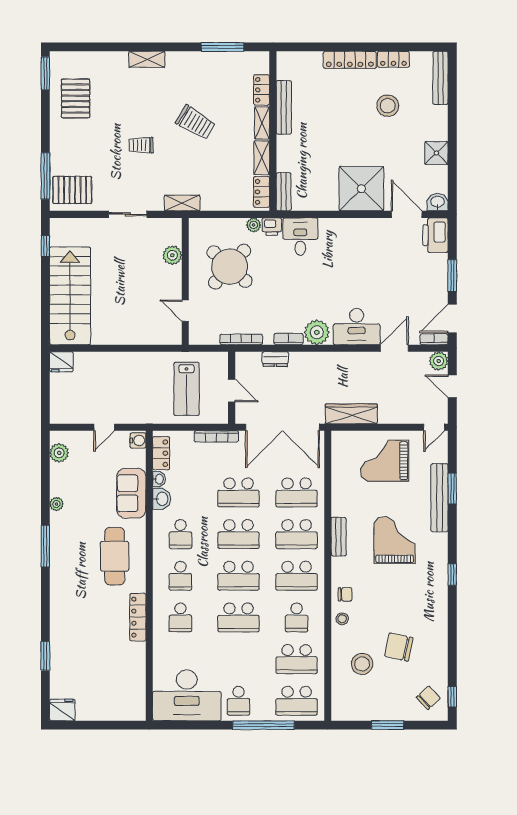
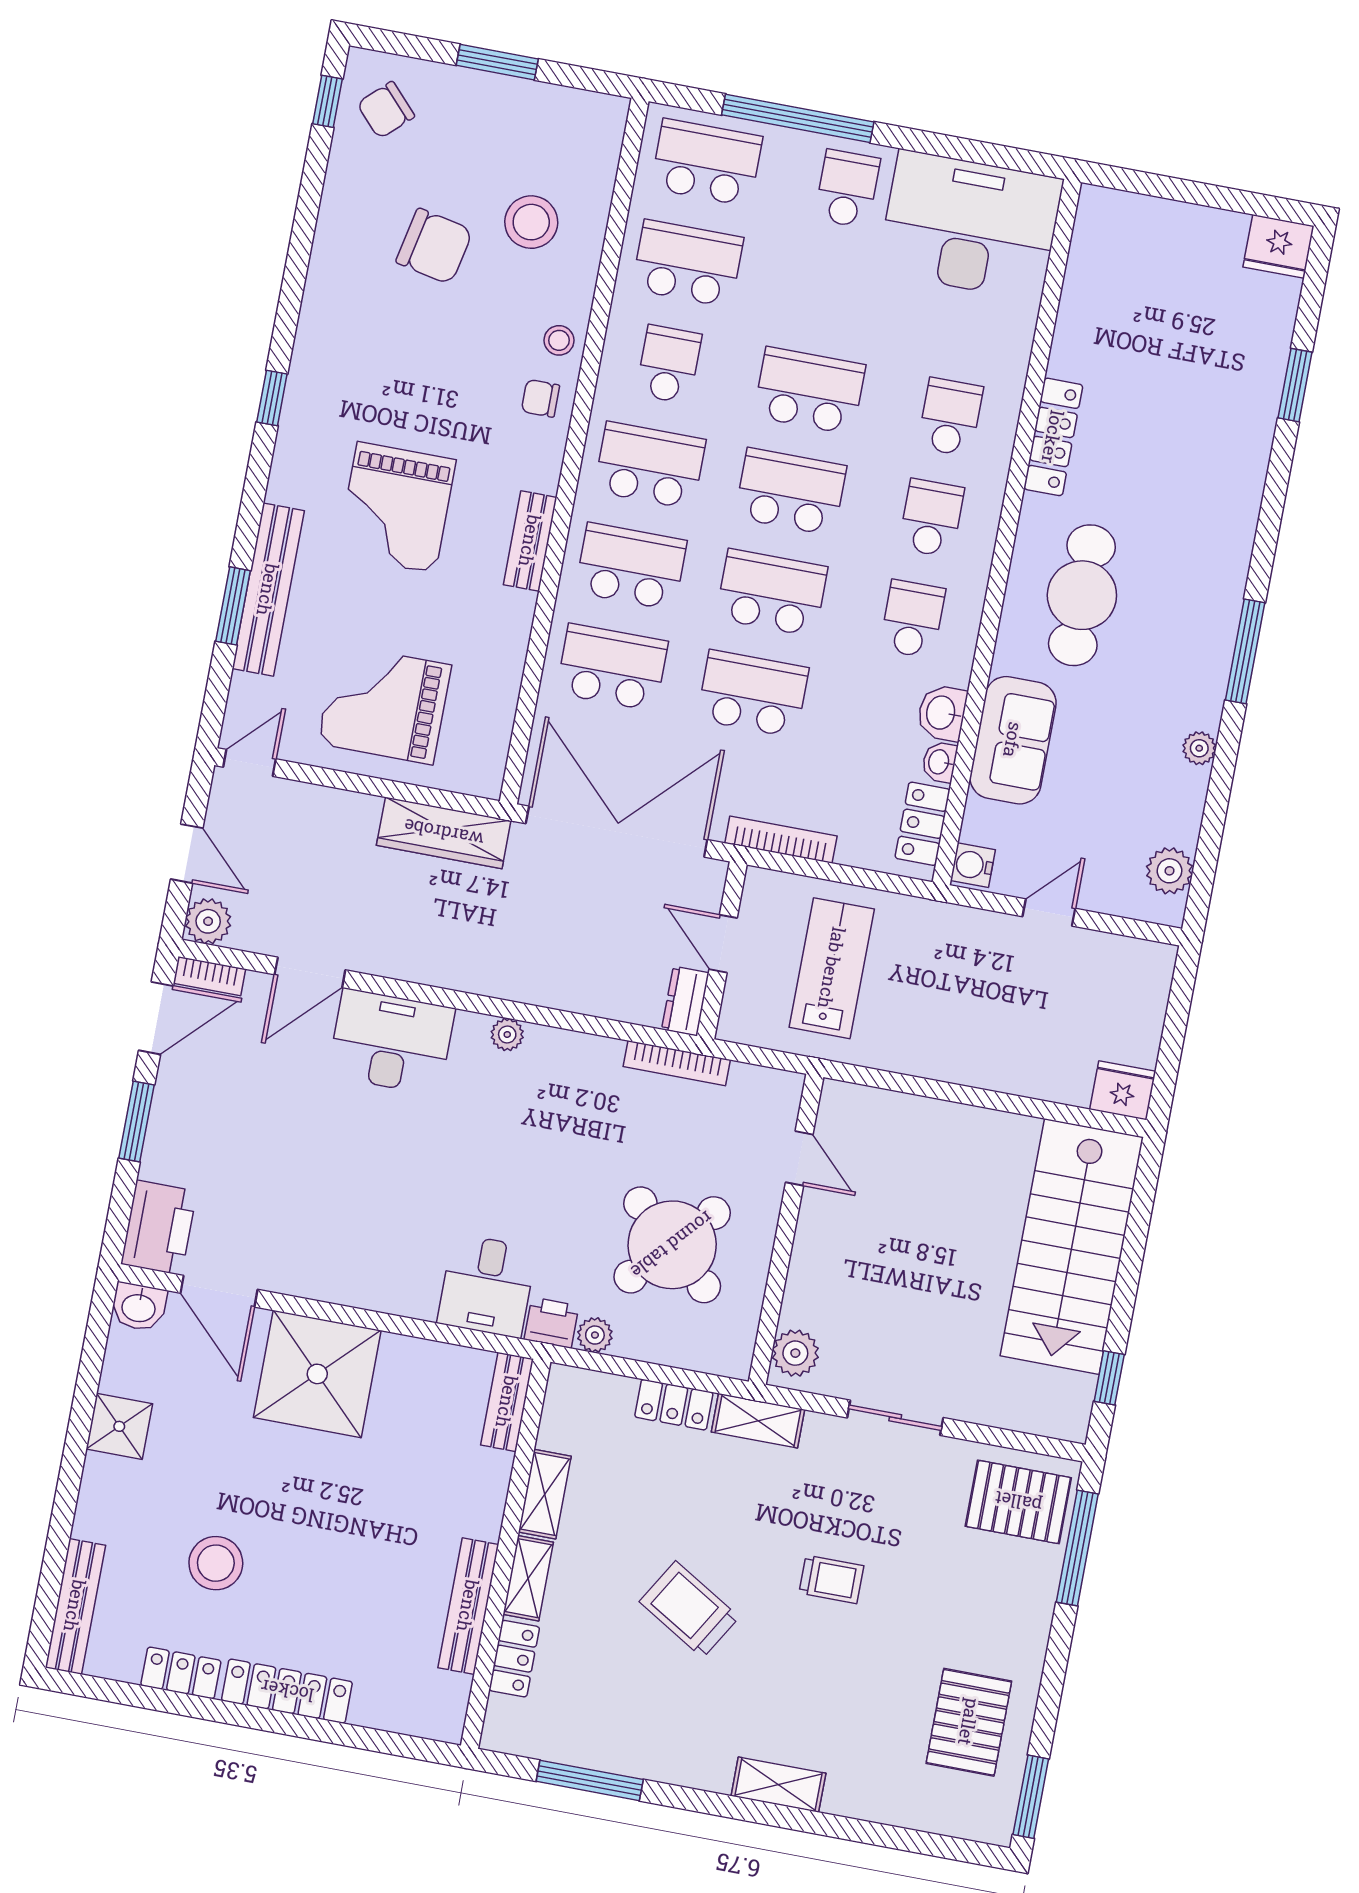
locker: (262, 192) -> (674, 1405), moved, turned 90
plant: (172, 255) -> (795, 1353), moved
plant: (317, 332) -> (507, 1035), width x0.53, depth x0.53
bookcase: (289, 339) -> (562, 1043), removed
dresser: (275, 359) -> (685, 1001), moved, turned -90
grand piano: (385, 461) -> (384, 704), turned 180

